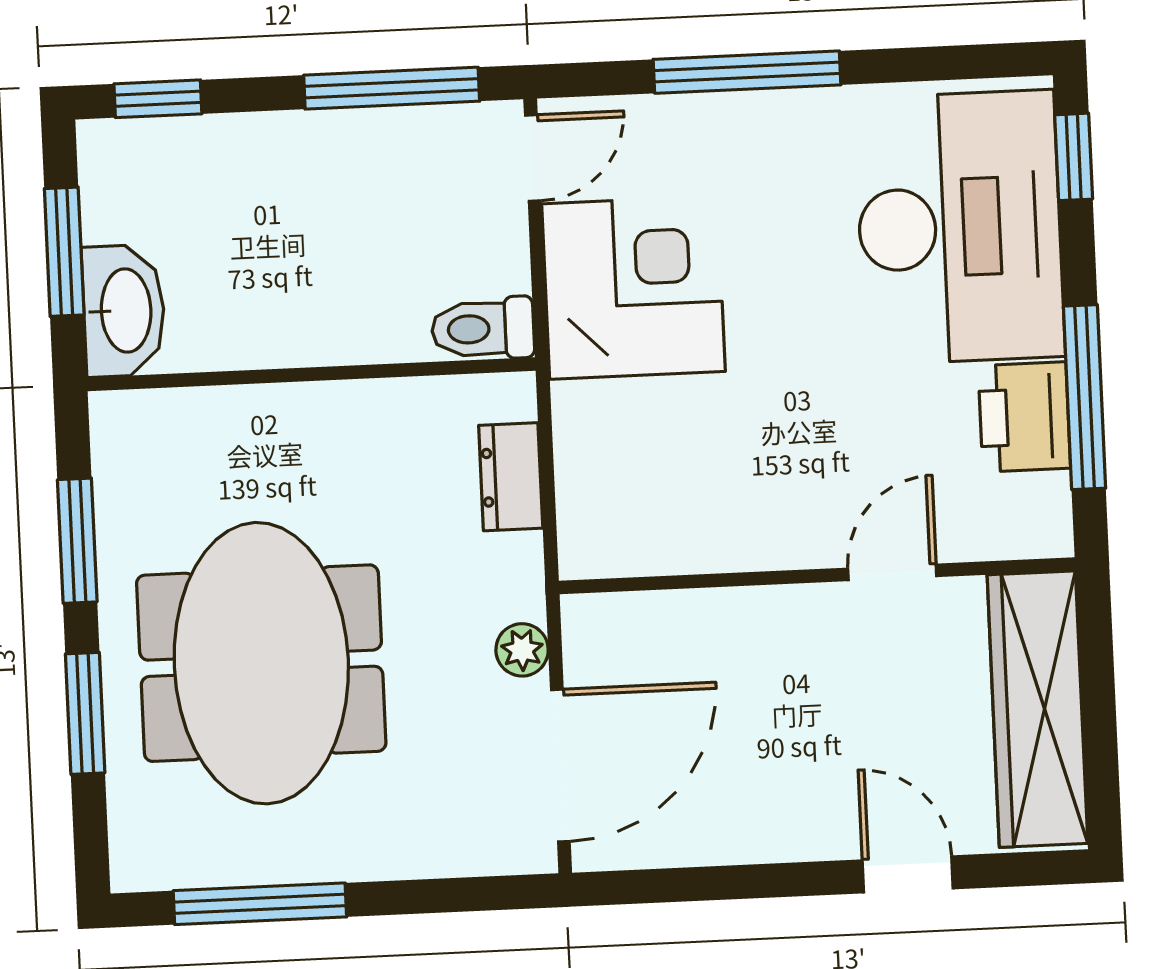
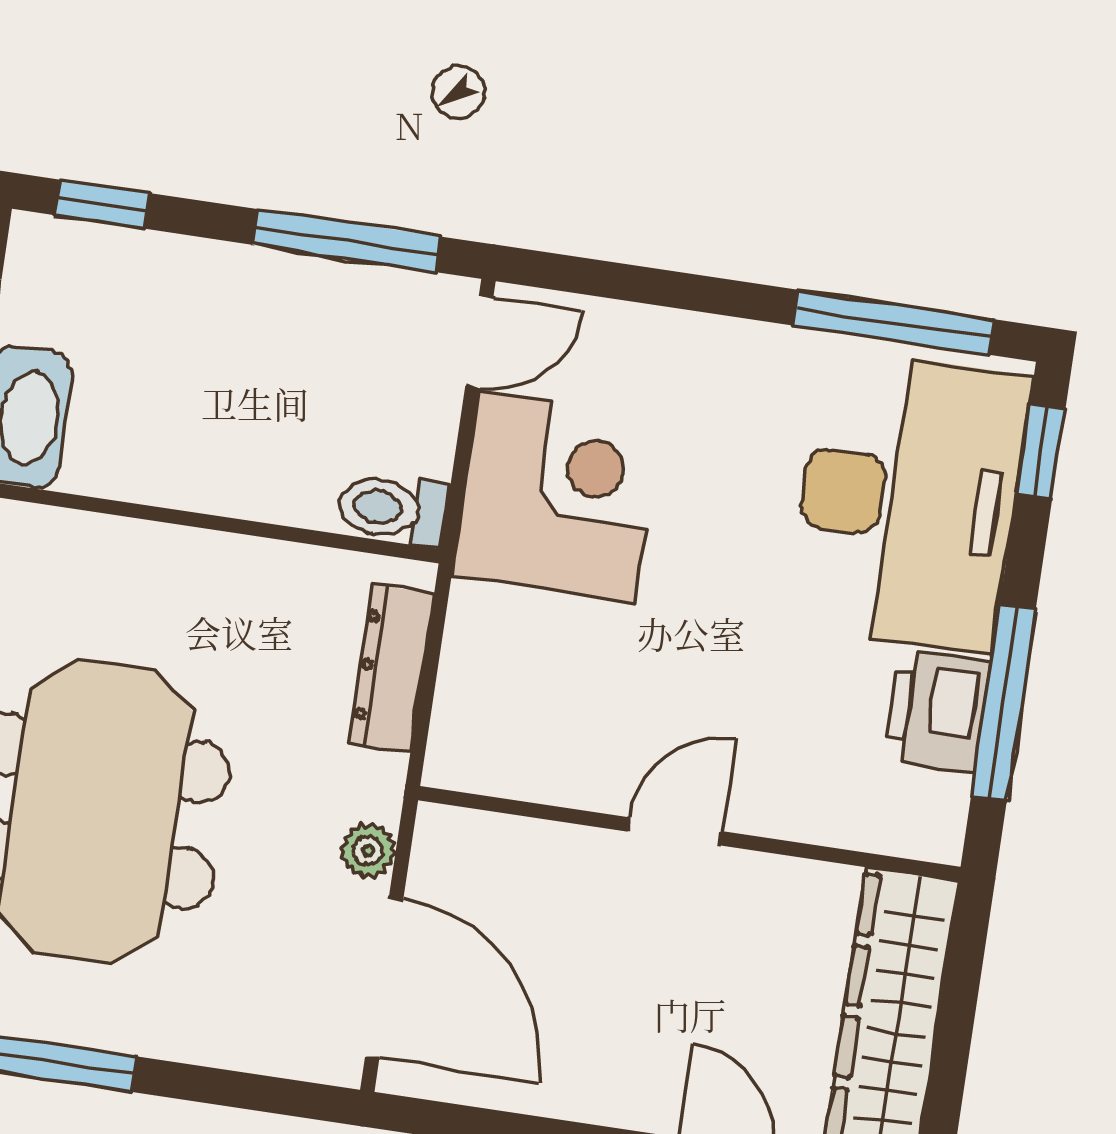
window: (747, 72) -> (893, 322), moved
dresser: (511, 477) -> (391, 668), width x1.44
door: (892, 572) -> (675, 831), moved
door: (560, 766) -> (384, 978), hinge flipped

